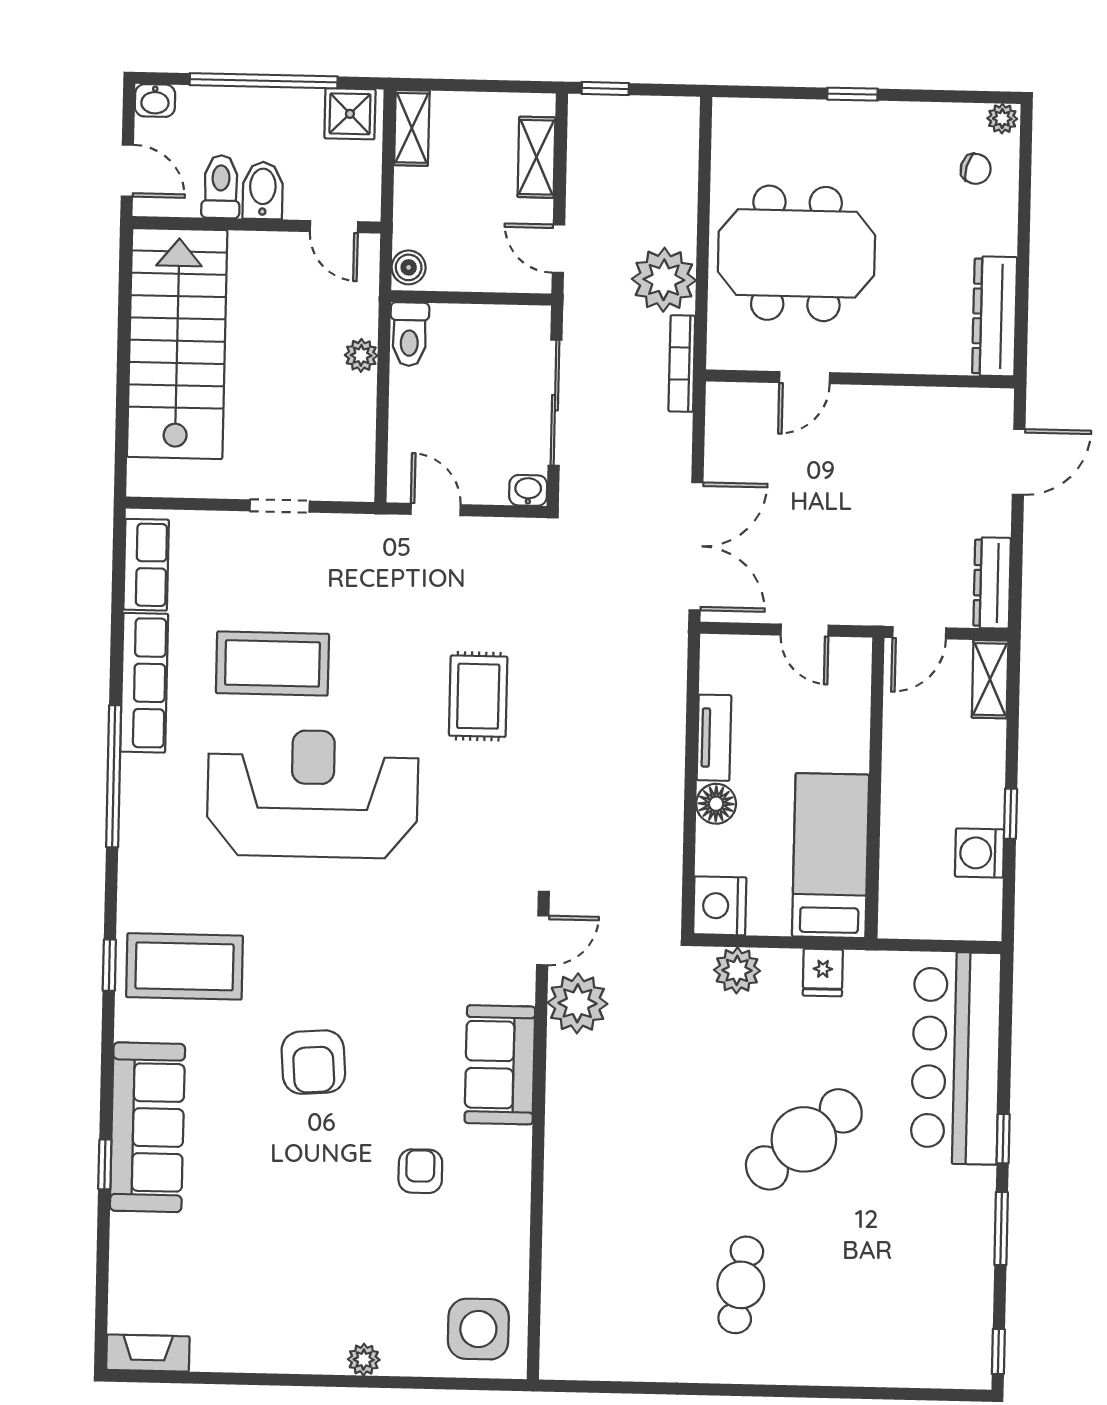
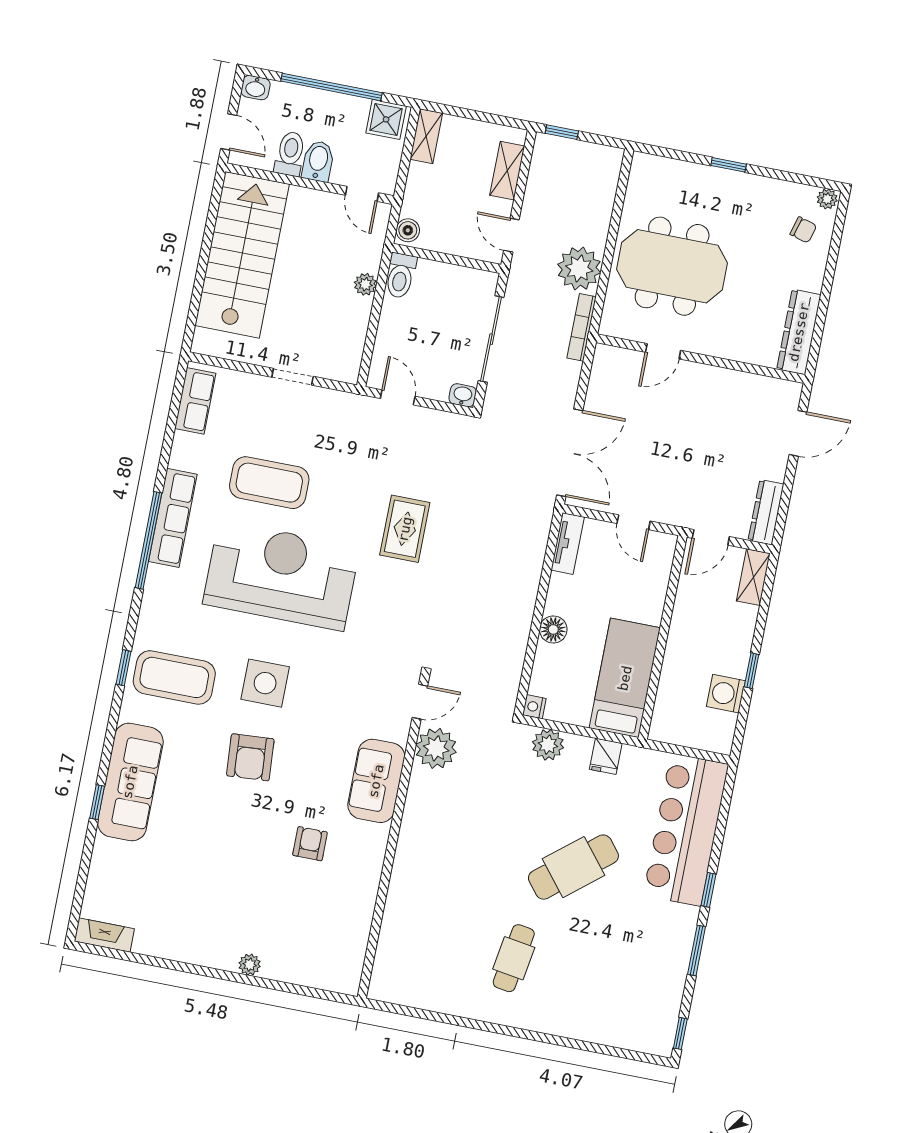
row of seats: (144, 683) -> (173, 518), moved
tv unit: (714, 738) -> (568, 544), moved
nightstand: (720, 906) -> (534, 707), width x0.53, depth x0.56
side table: (478, 1329) -> (265, 683), moved

